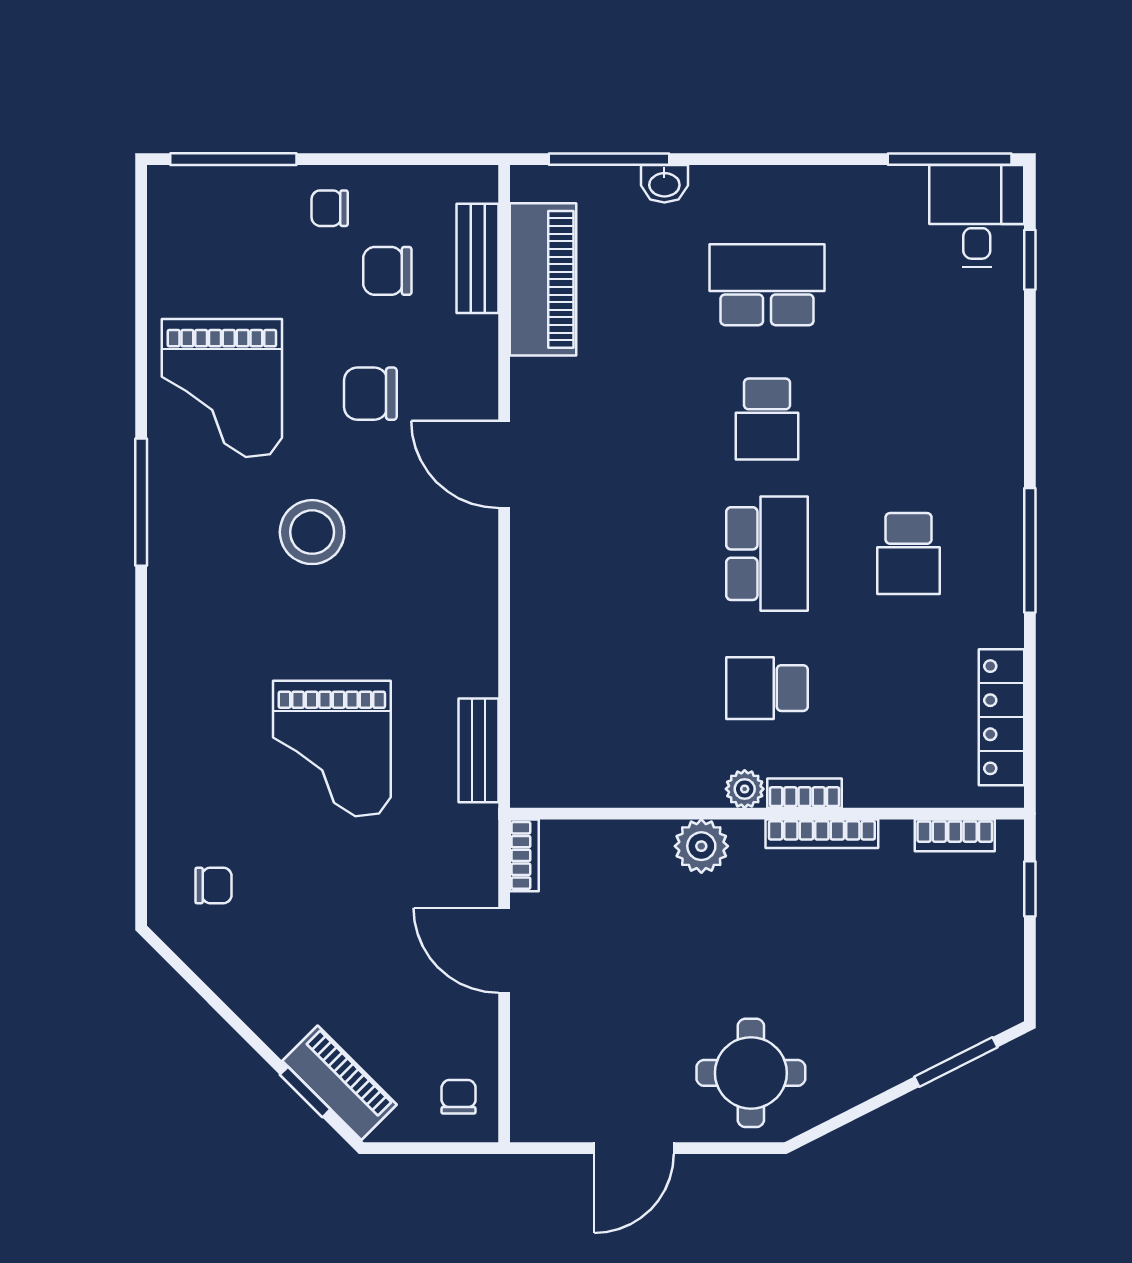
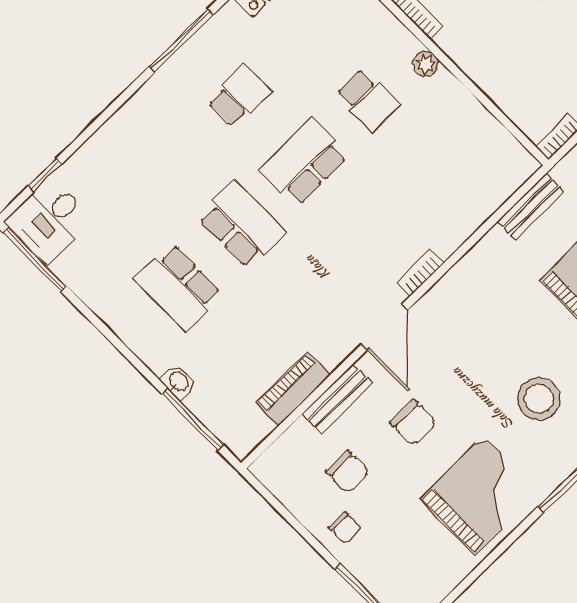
bench: (478, 258) -> (337, 399), moved
piano: (543, 279) -> (293, 389), width x0.73, depth x0.75
school desk: (767, 419) -> (241, 225), width x1.85
stool: (312, 532) -> (539, 399), moved
bookcase: (805, 793) -> (420, 273), moved, turned 90
plant: (701, 846) -> (472, 58), removed

